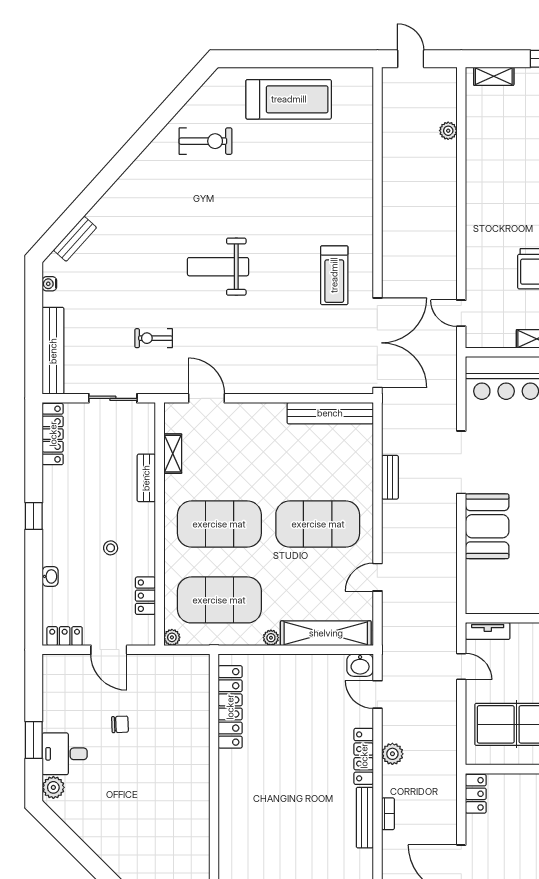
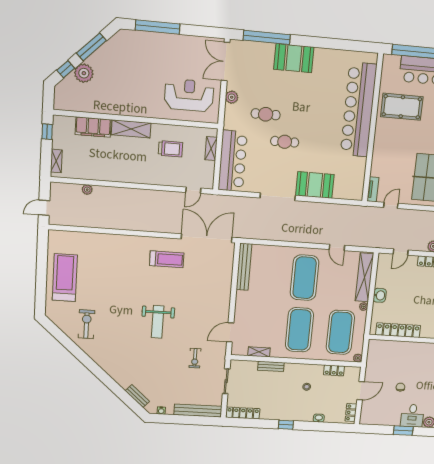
bench: (390, 477) -> (282, 237), removed
washbasin: (360, 665) -> (380, 295), moved

